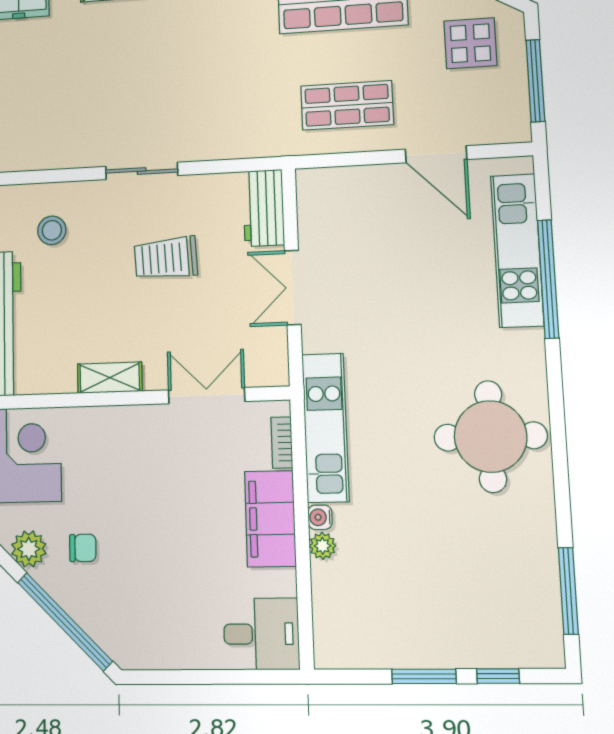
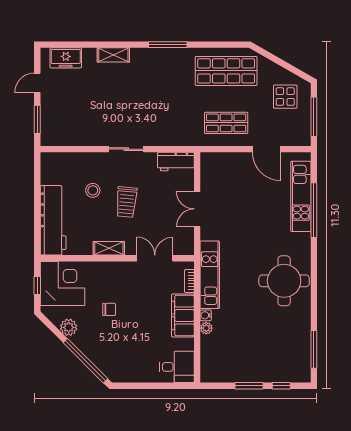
workbench: (264, 208) -> (176, 162), moved, turned -90
stool: (52, 230) -> (93, 190), moved
trolley: (166, 258) -> (127, 202), moved, turned -82
chair: (83, 548) -> (109, 309), moved

